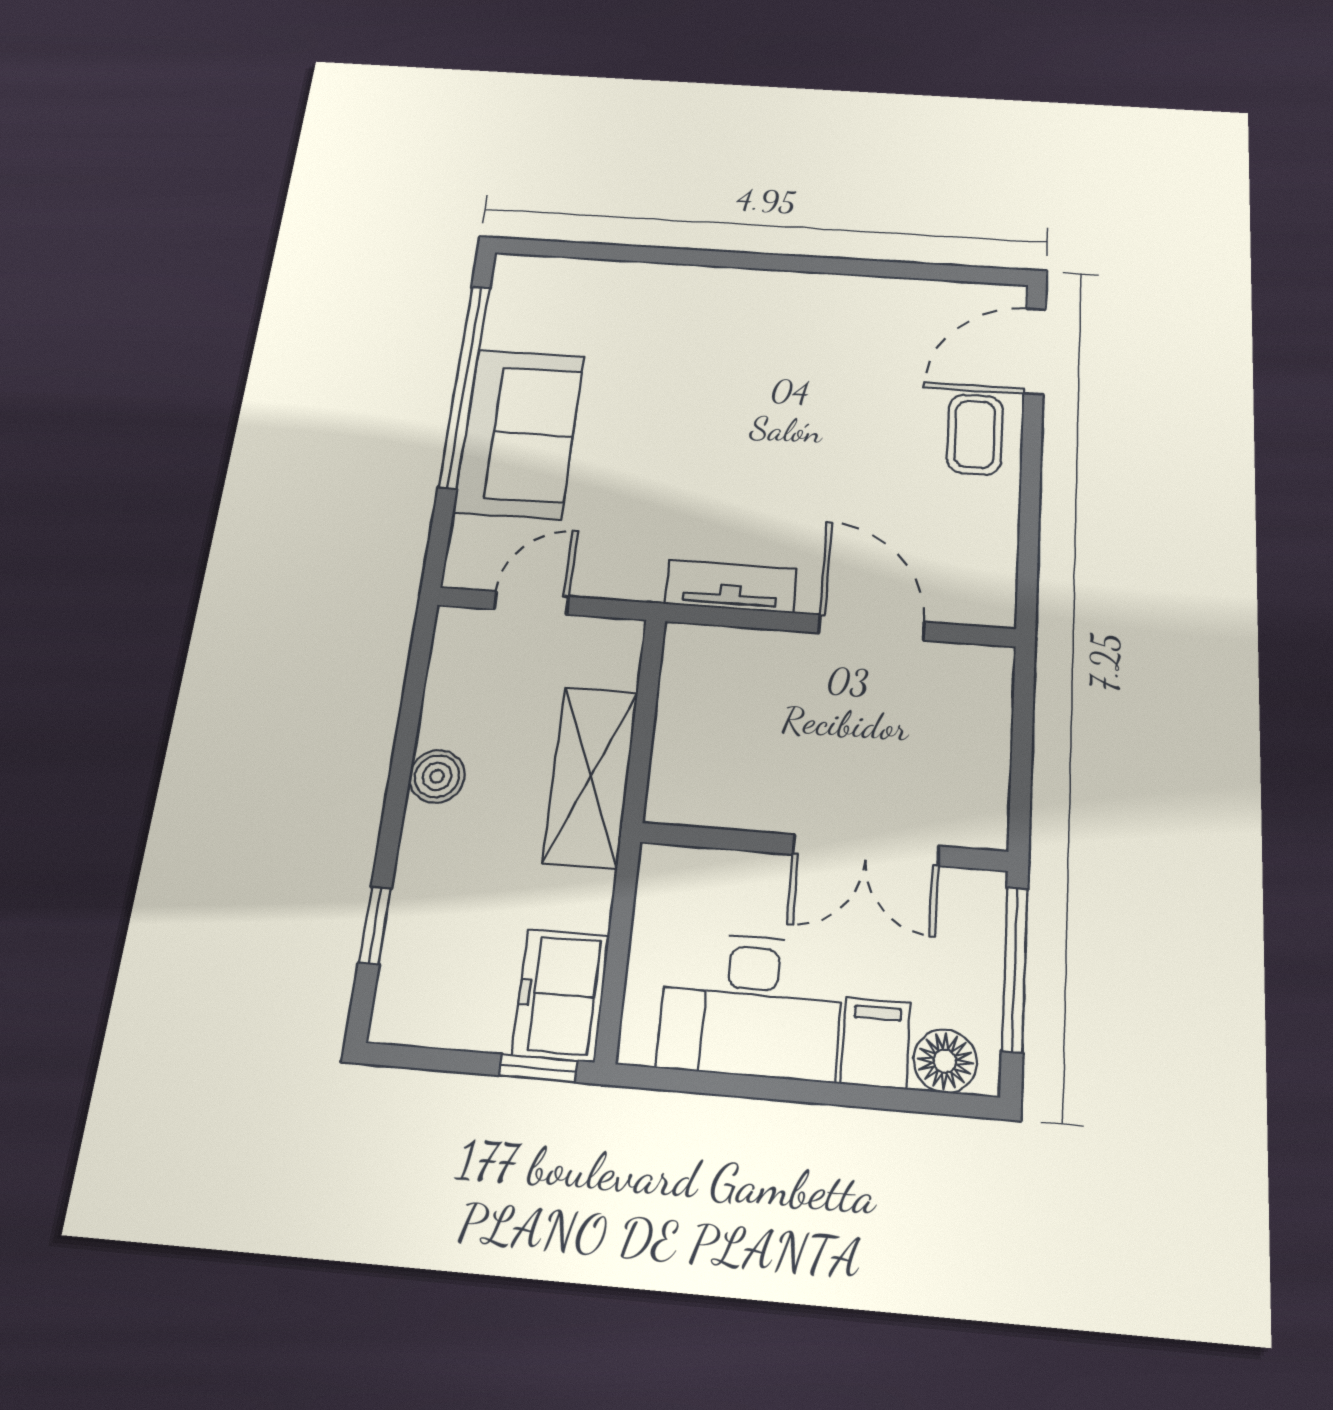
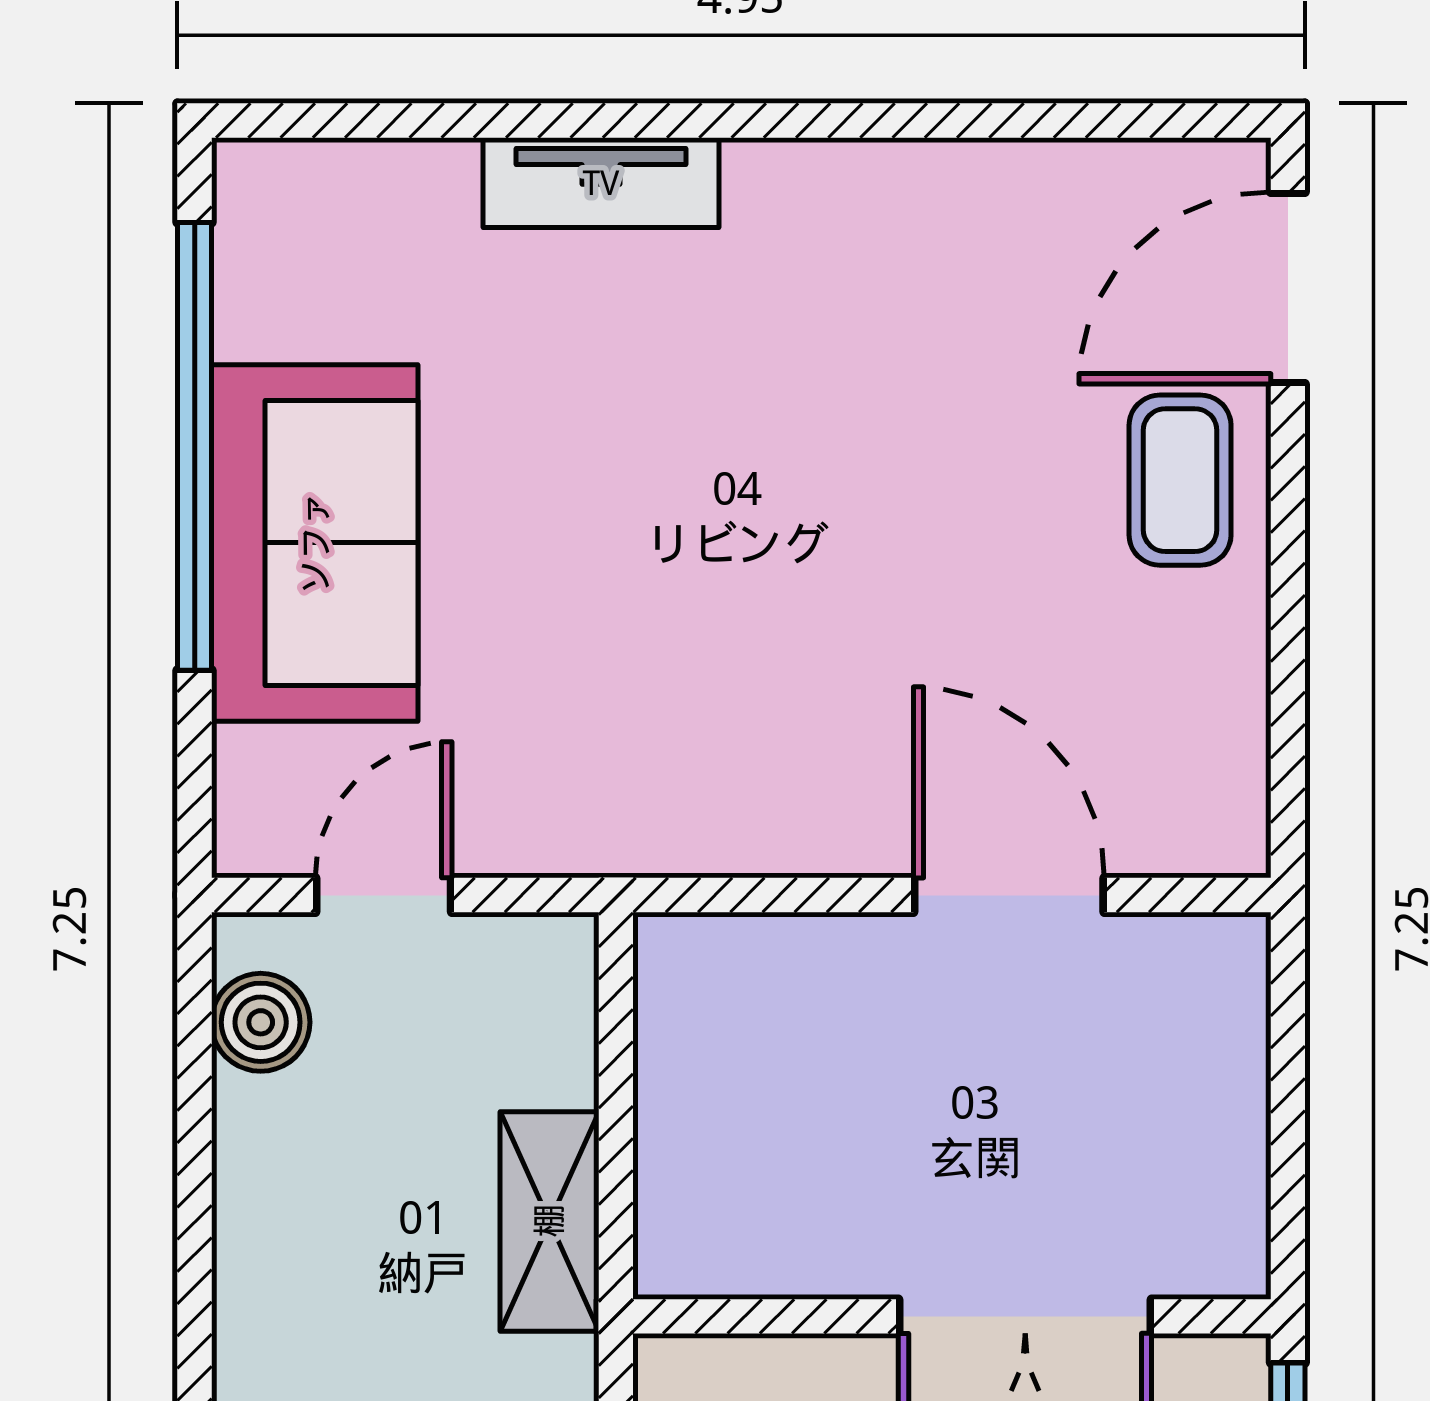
tv unit: (731, 586) -> (601, 183), moved, turned 180
boiler: (437, 776) -> (261, 1022), moved
shelving: (591, 777) -> (549, 1221), width x0.67, depth x0.75

